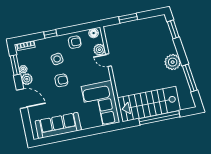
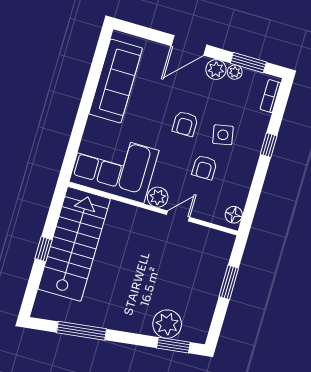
armchair: (75, 42) -> (204, 167), moved
plant: (99, 50) -> (158, 197), moved
plant: (173, 62) -> (167, 324), moved
window: (159, 118) -> (44, 249), width x0.32

